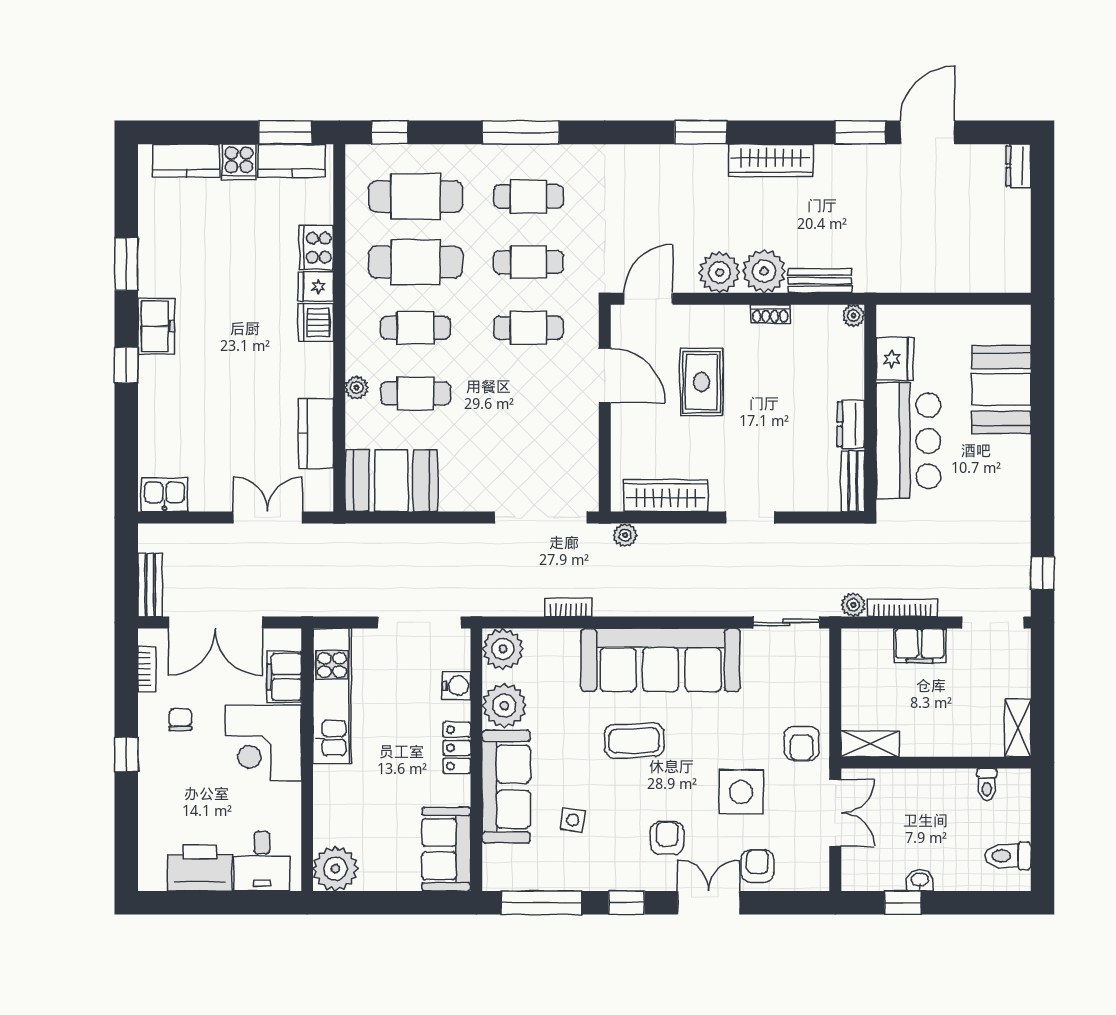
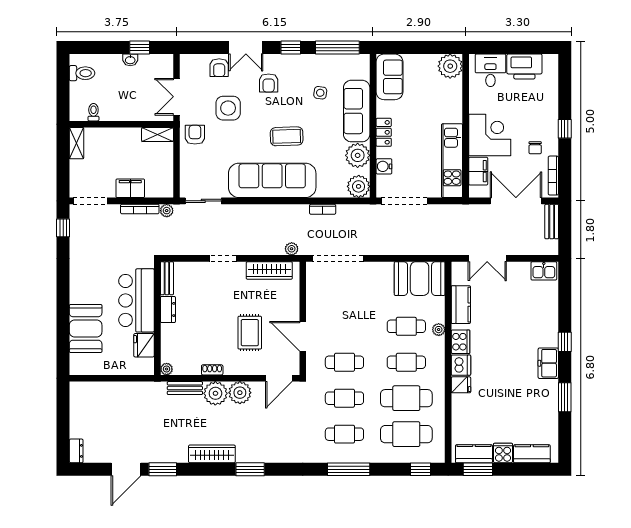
cooker: (317, 248) -> (460, 342), moved
bookcase: (147, 669) -> (553, 176), width x1.56

